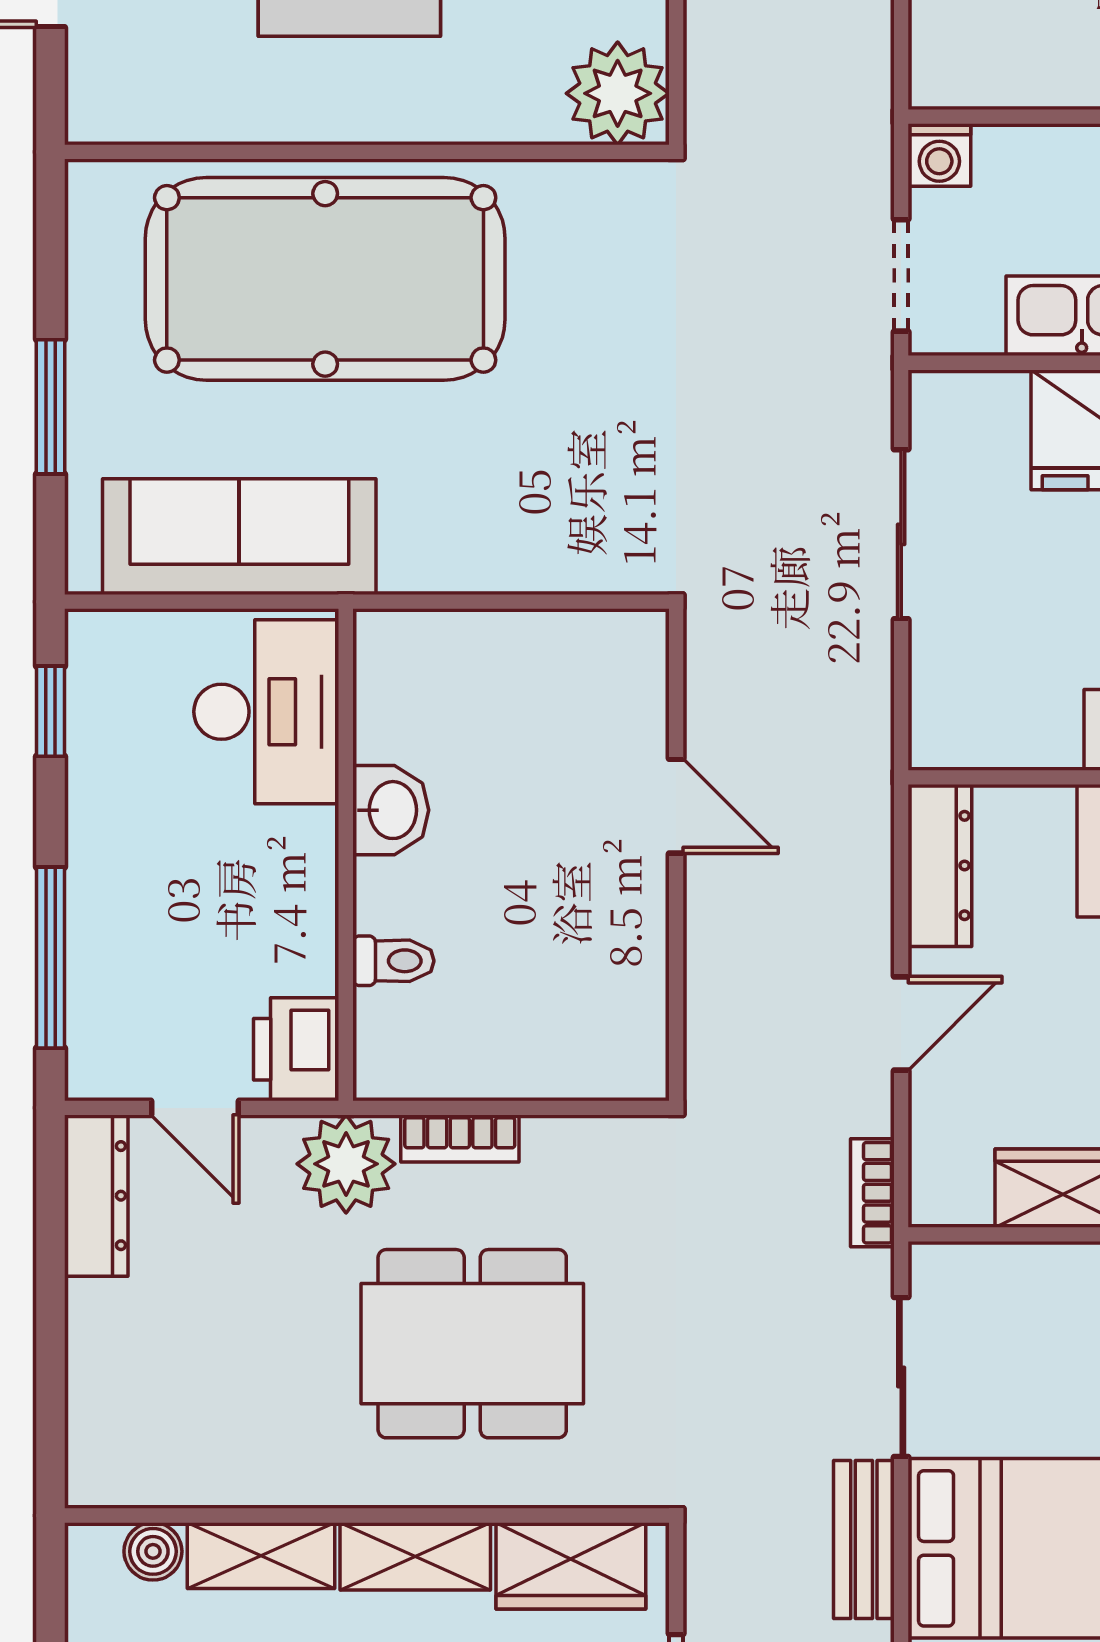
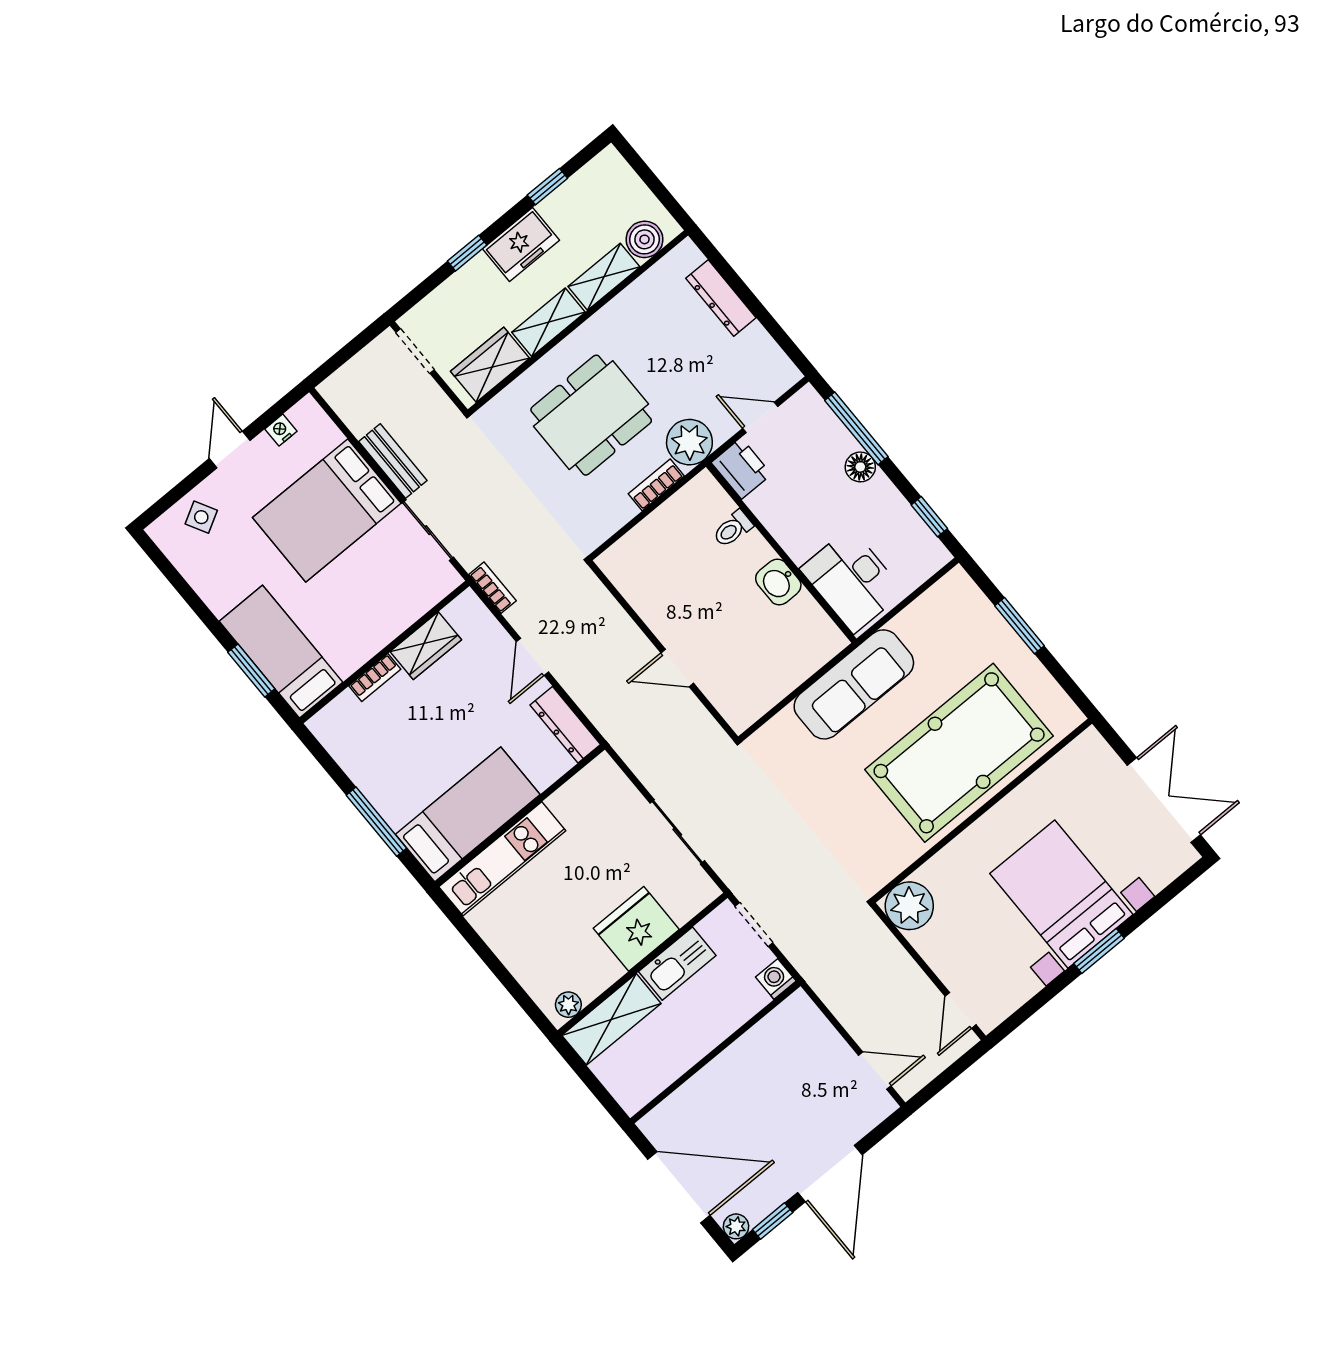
sofa: (239, 537) -> (854, 684), moved
floor lamp: (97, 888) -> (860, 467), added
dresser: (96, 1196) -> (721, 298), moved
boiler: (153, 1551) -> (644, 239), width x1.36, depth x1.36

